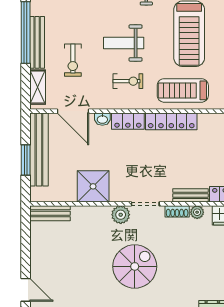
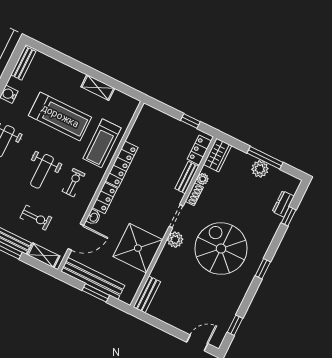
shower: (93, 186) -> (138, 248), width x1.37, depth x1.37
spiral stairs: (135, 266) -> (221, 249), width x1.37, depth x1.37

